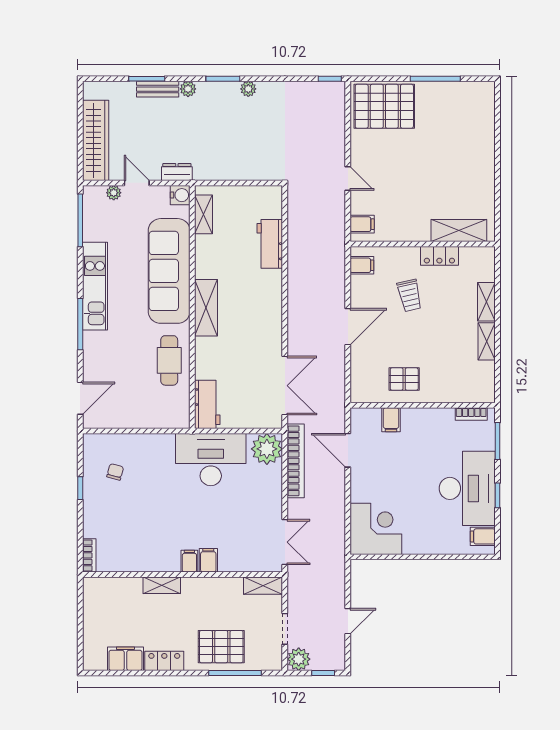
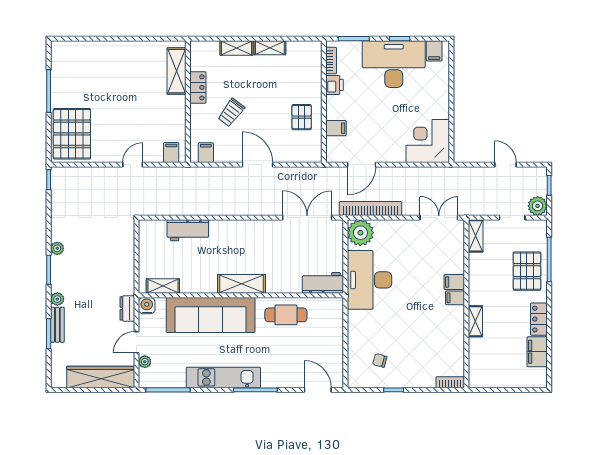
trolley: (410, 295) -> (231, 113), turned 140
printer: (442, 418) -> (334, 85), added

